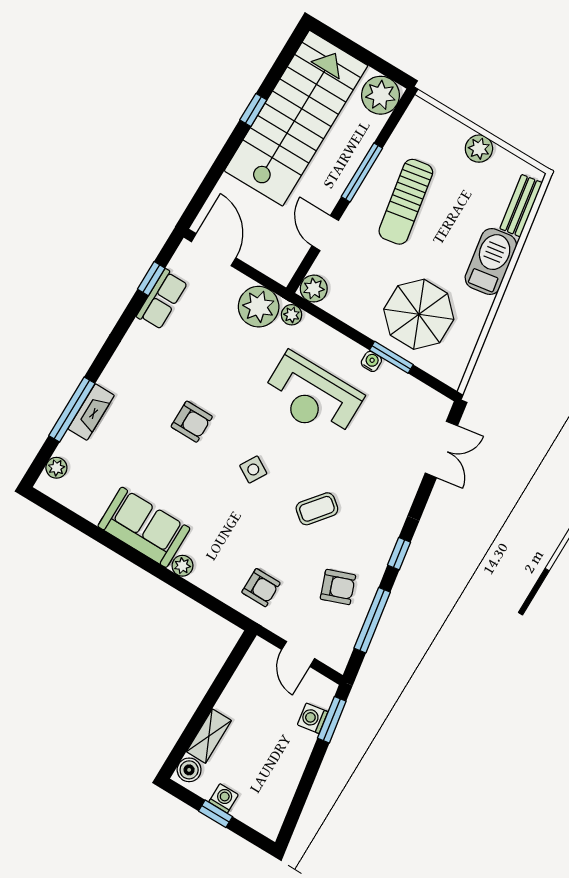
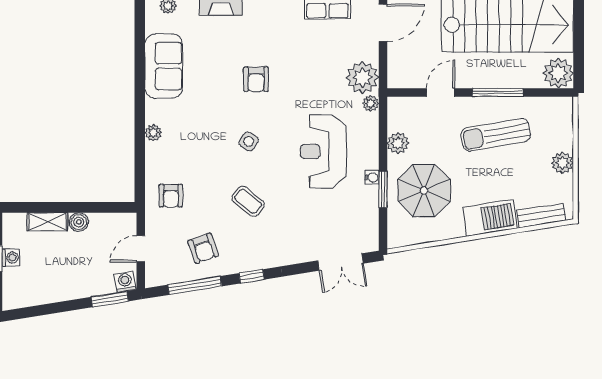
plant: (314, 289) -> (398, 143), moved
sofa: (144, 527) -> (164, 66), moved
washing machine: (313, 718) -> (125, 282), moved
boiler: (189, 770) -> (79, 222), moved

